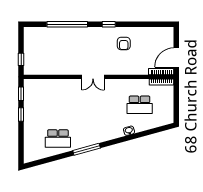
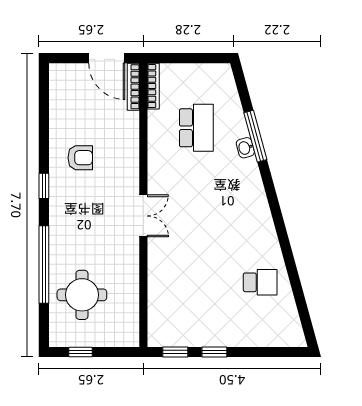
round table: (51, 44) -> (82, 295), added
window: (21, 59) -> (80, 352), moved
school desk: (58, 139) -> (260, 282), width x0.54
window: (87, 149) -> (255, 136), moved

